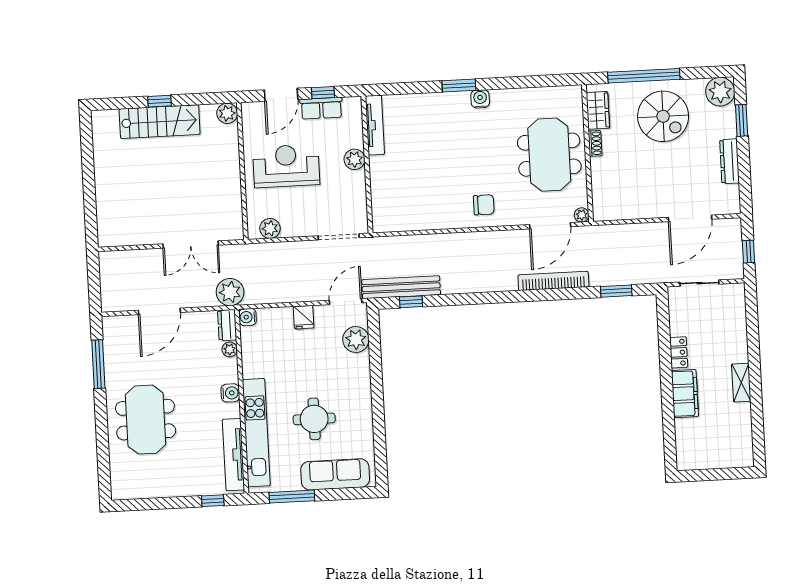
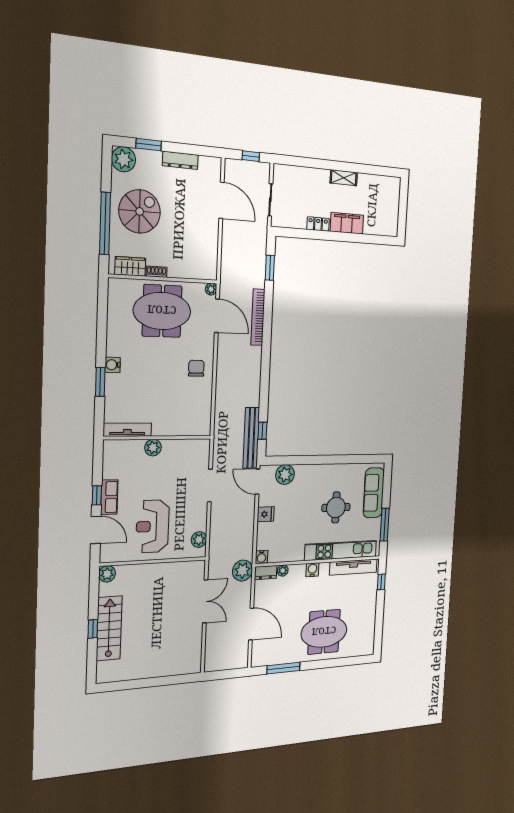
tv unit: (375, 125) -> (127, 430), moved
plant: (355, 159) -> (153, 448), moved
wall: (367, 165) -> (158, 438), moved

